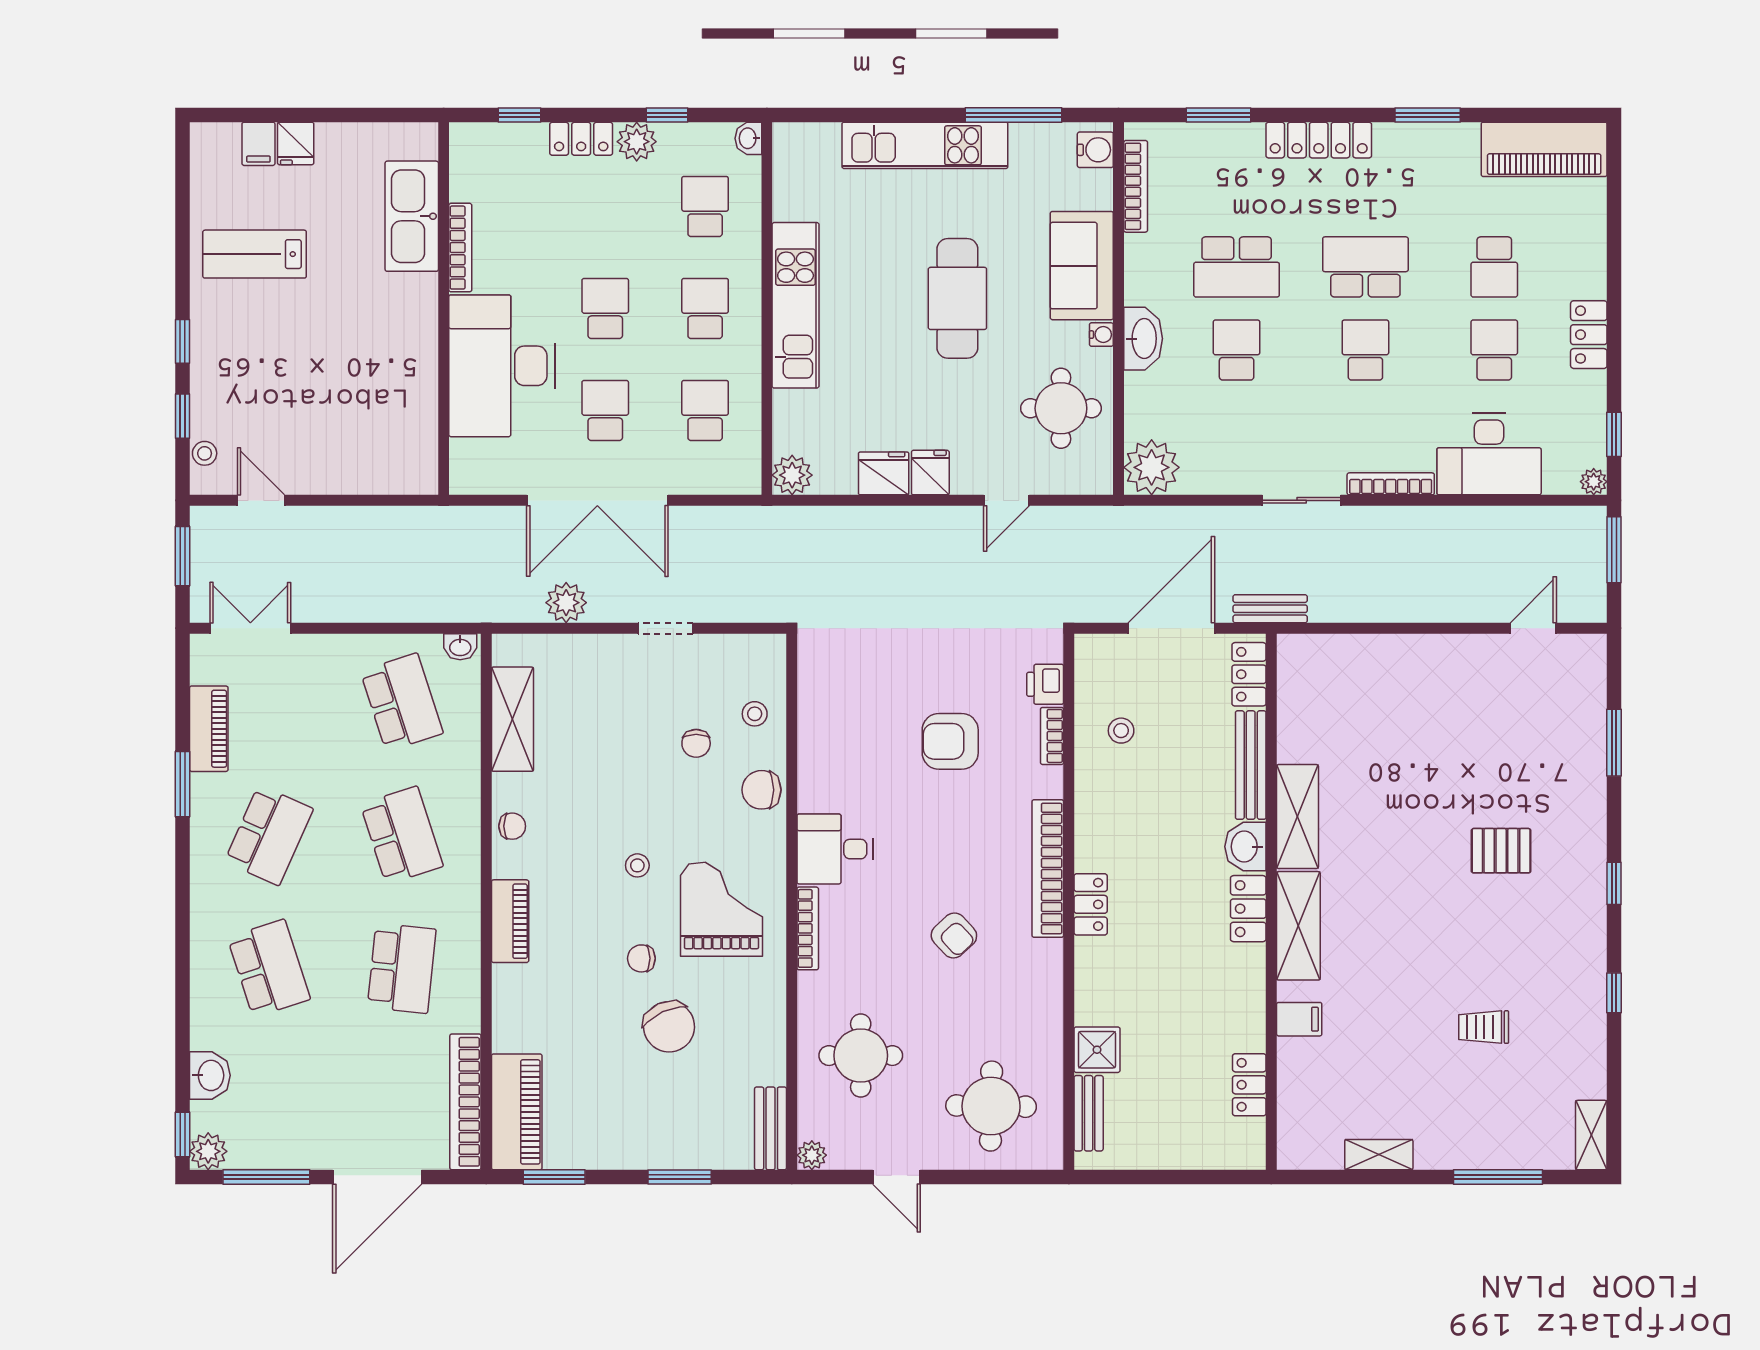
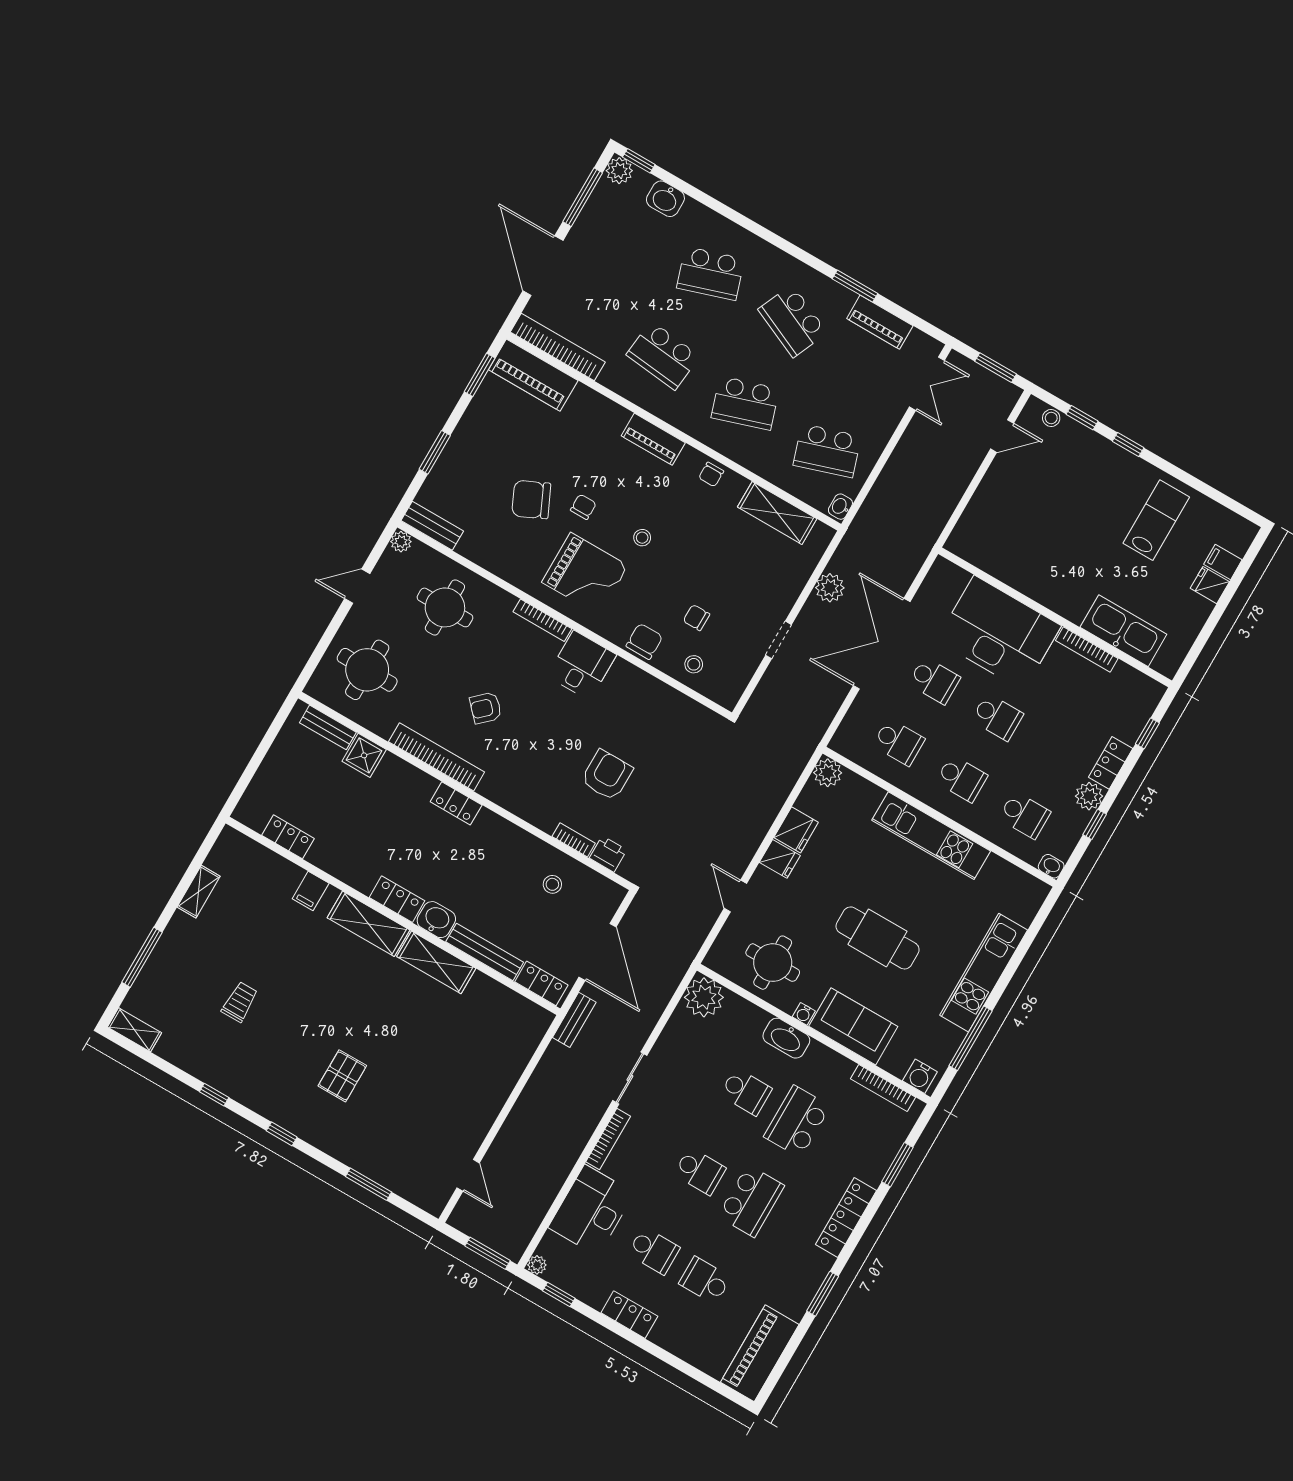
bookcase: (1048, 869) -> (437, 757), moved

